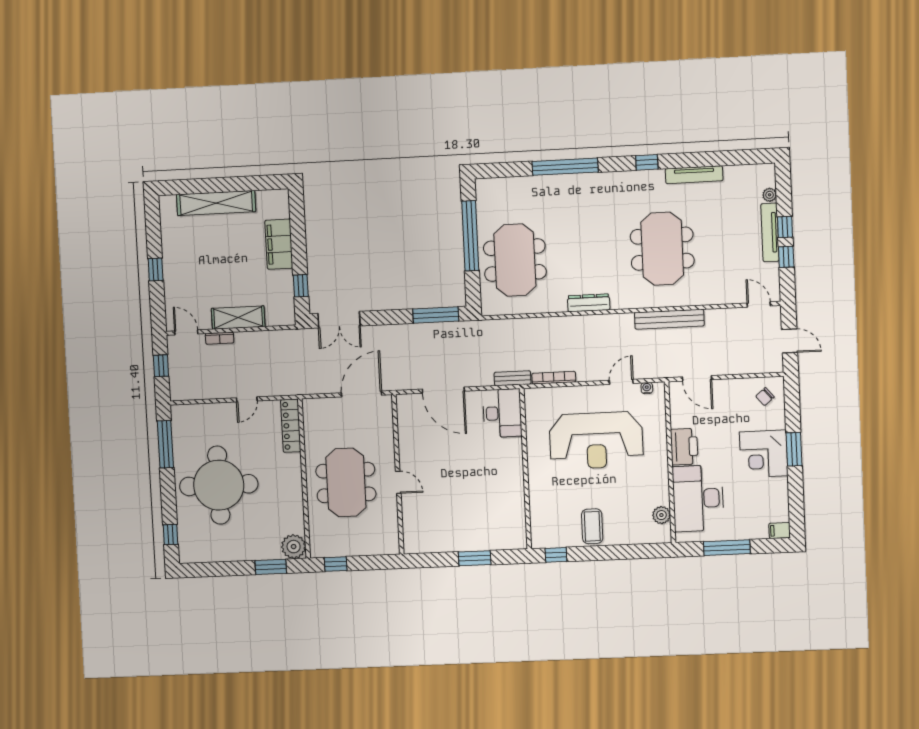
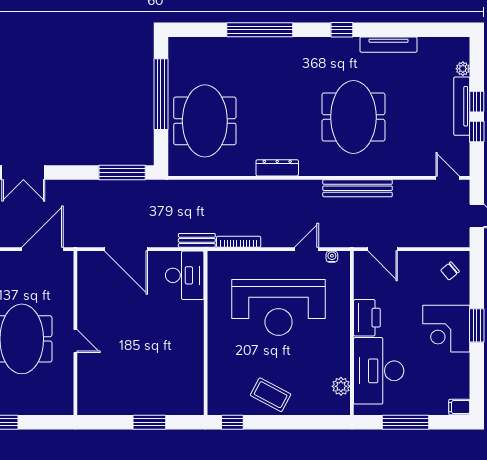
coffee table: (592, 526) -> (271, 395), turned -62

